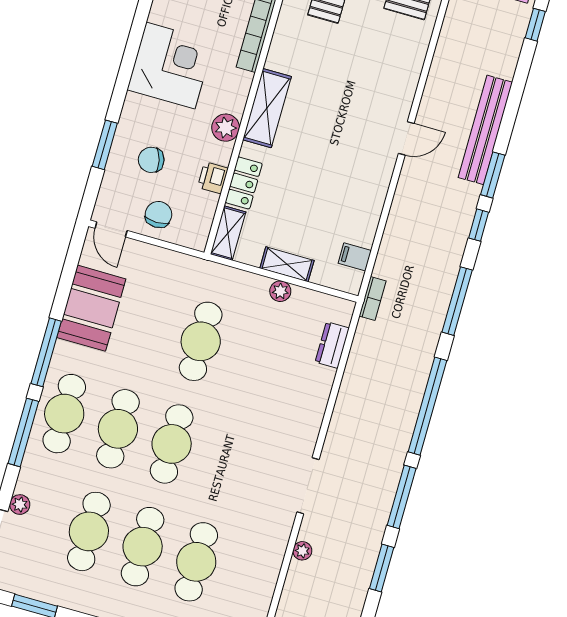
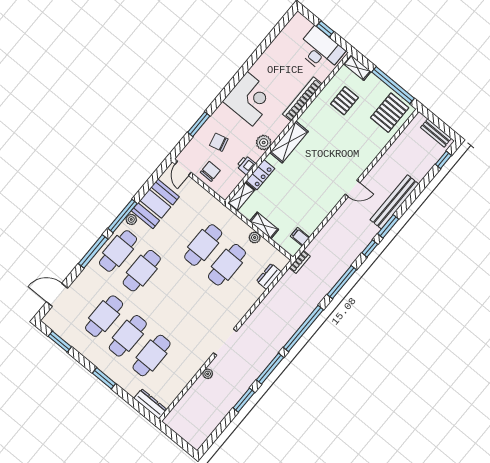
cafe table: (172, 444) -> (227, 265), moved
plant: (20, 505) -> (131, 219), moved

